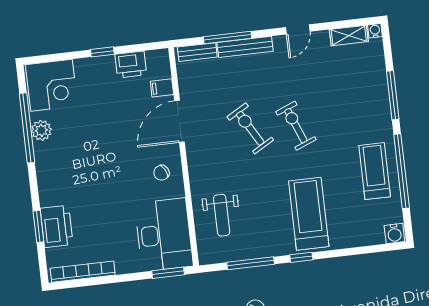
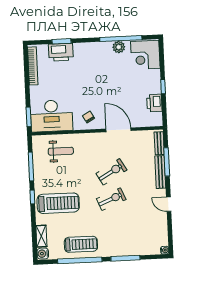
shelving: (349, 36) -> (41, 236), moved
filing cabinet: (162, 88) -> (139, 121), removed
weight bench: (222, 215) -> (61, 151), turned 180

